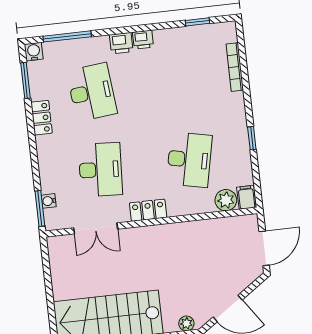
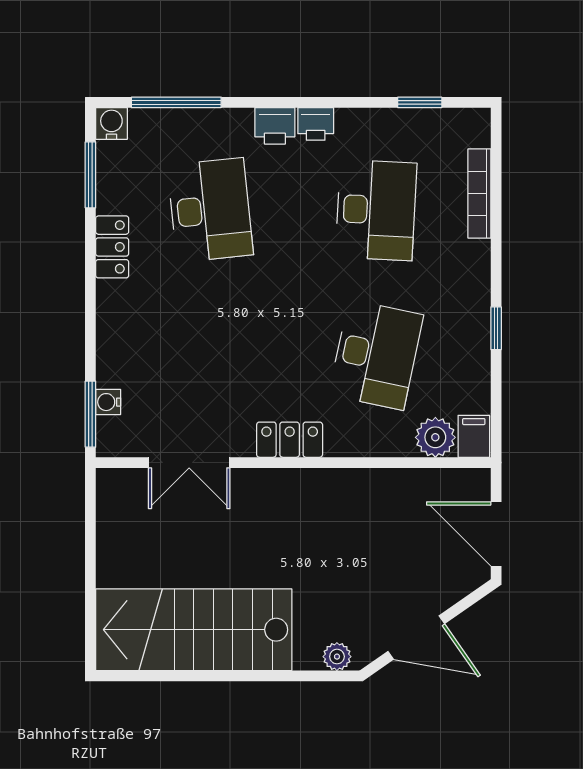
desk: (100, 170) -> (376, 210), moved
door: (264, 248) -> (496, 534), swing flipped

